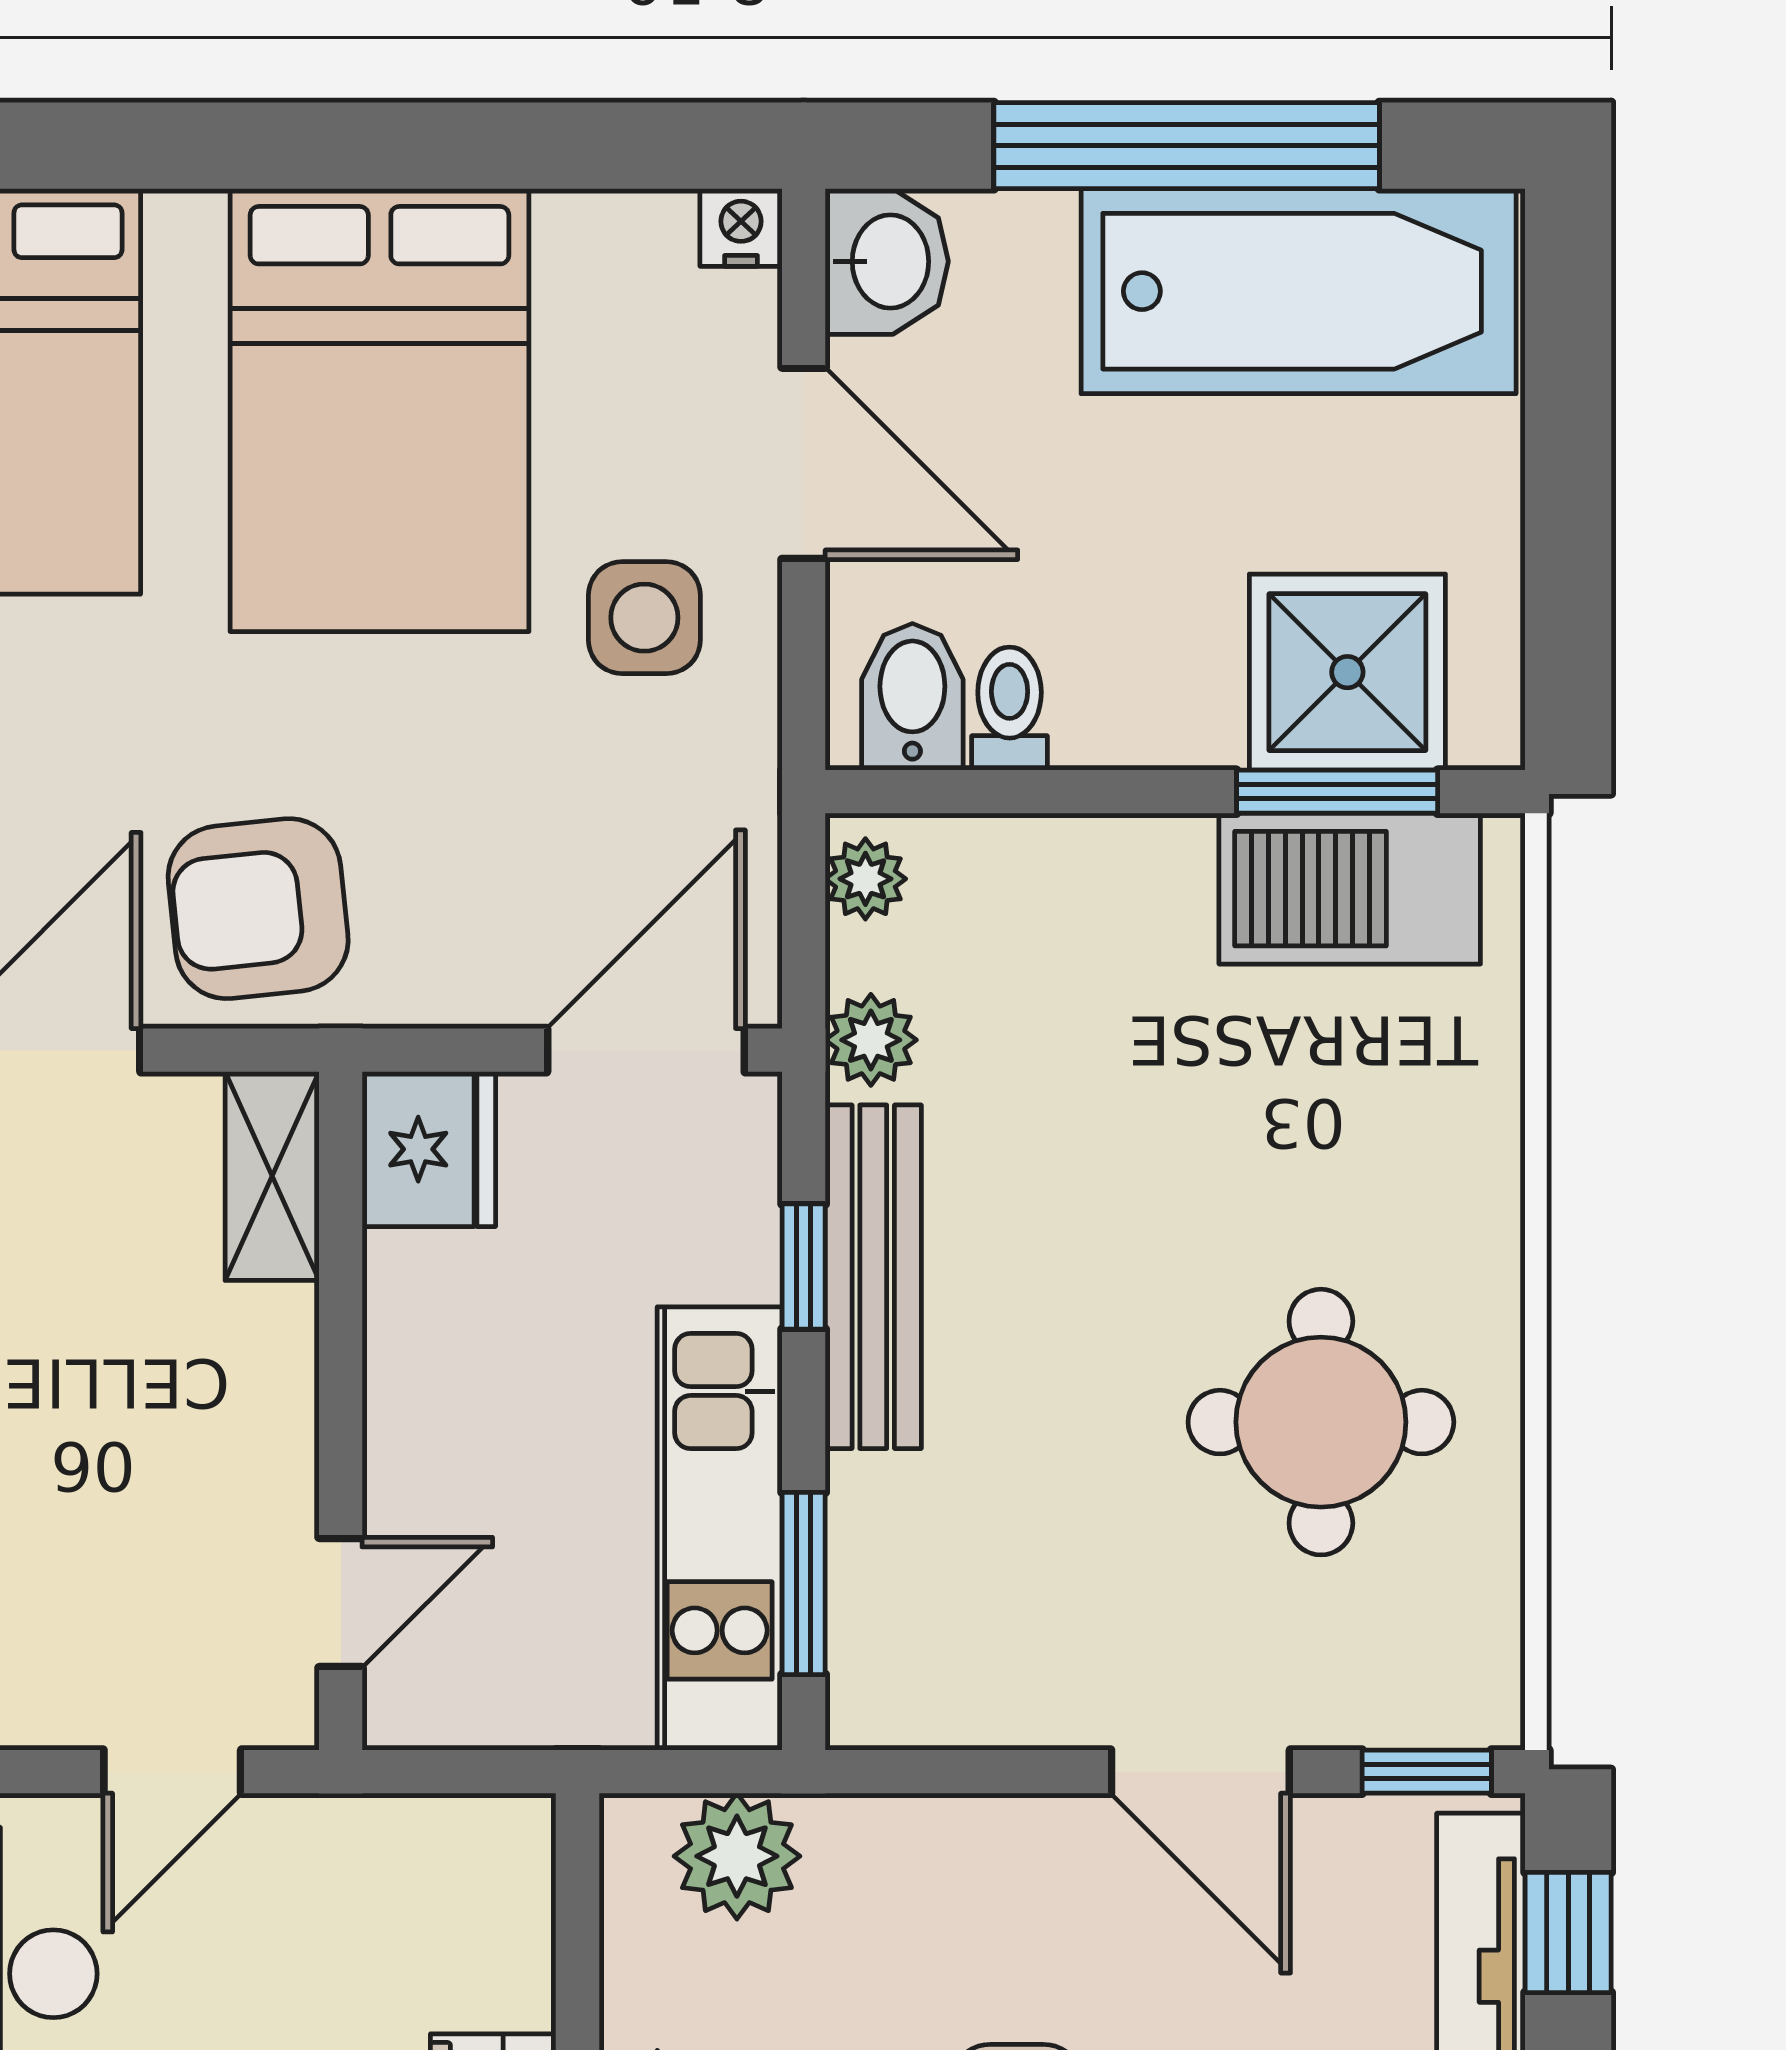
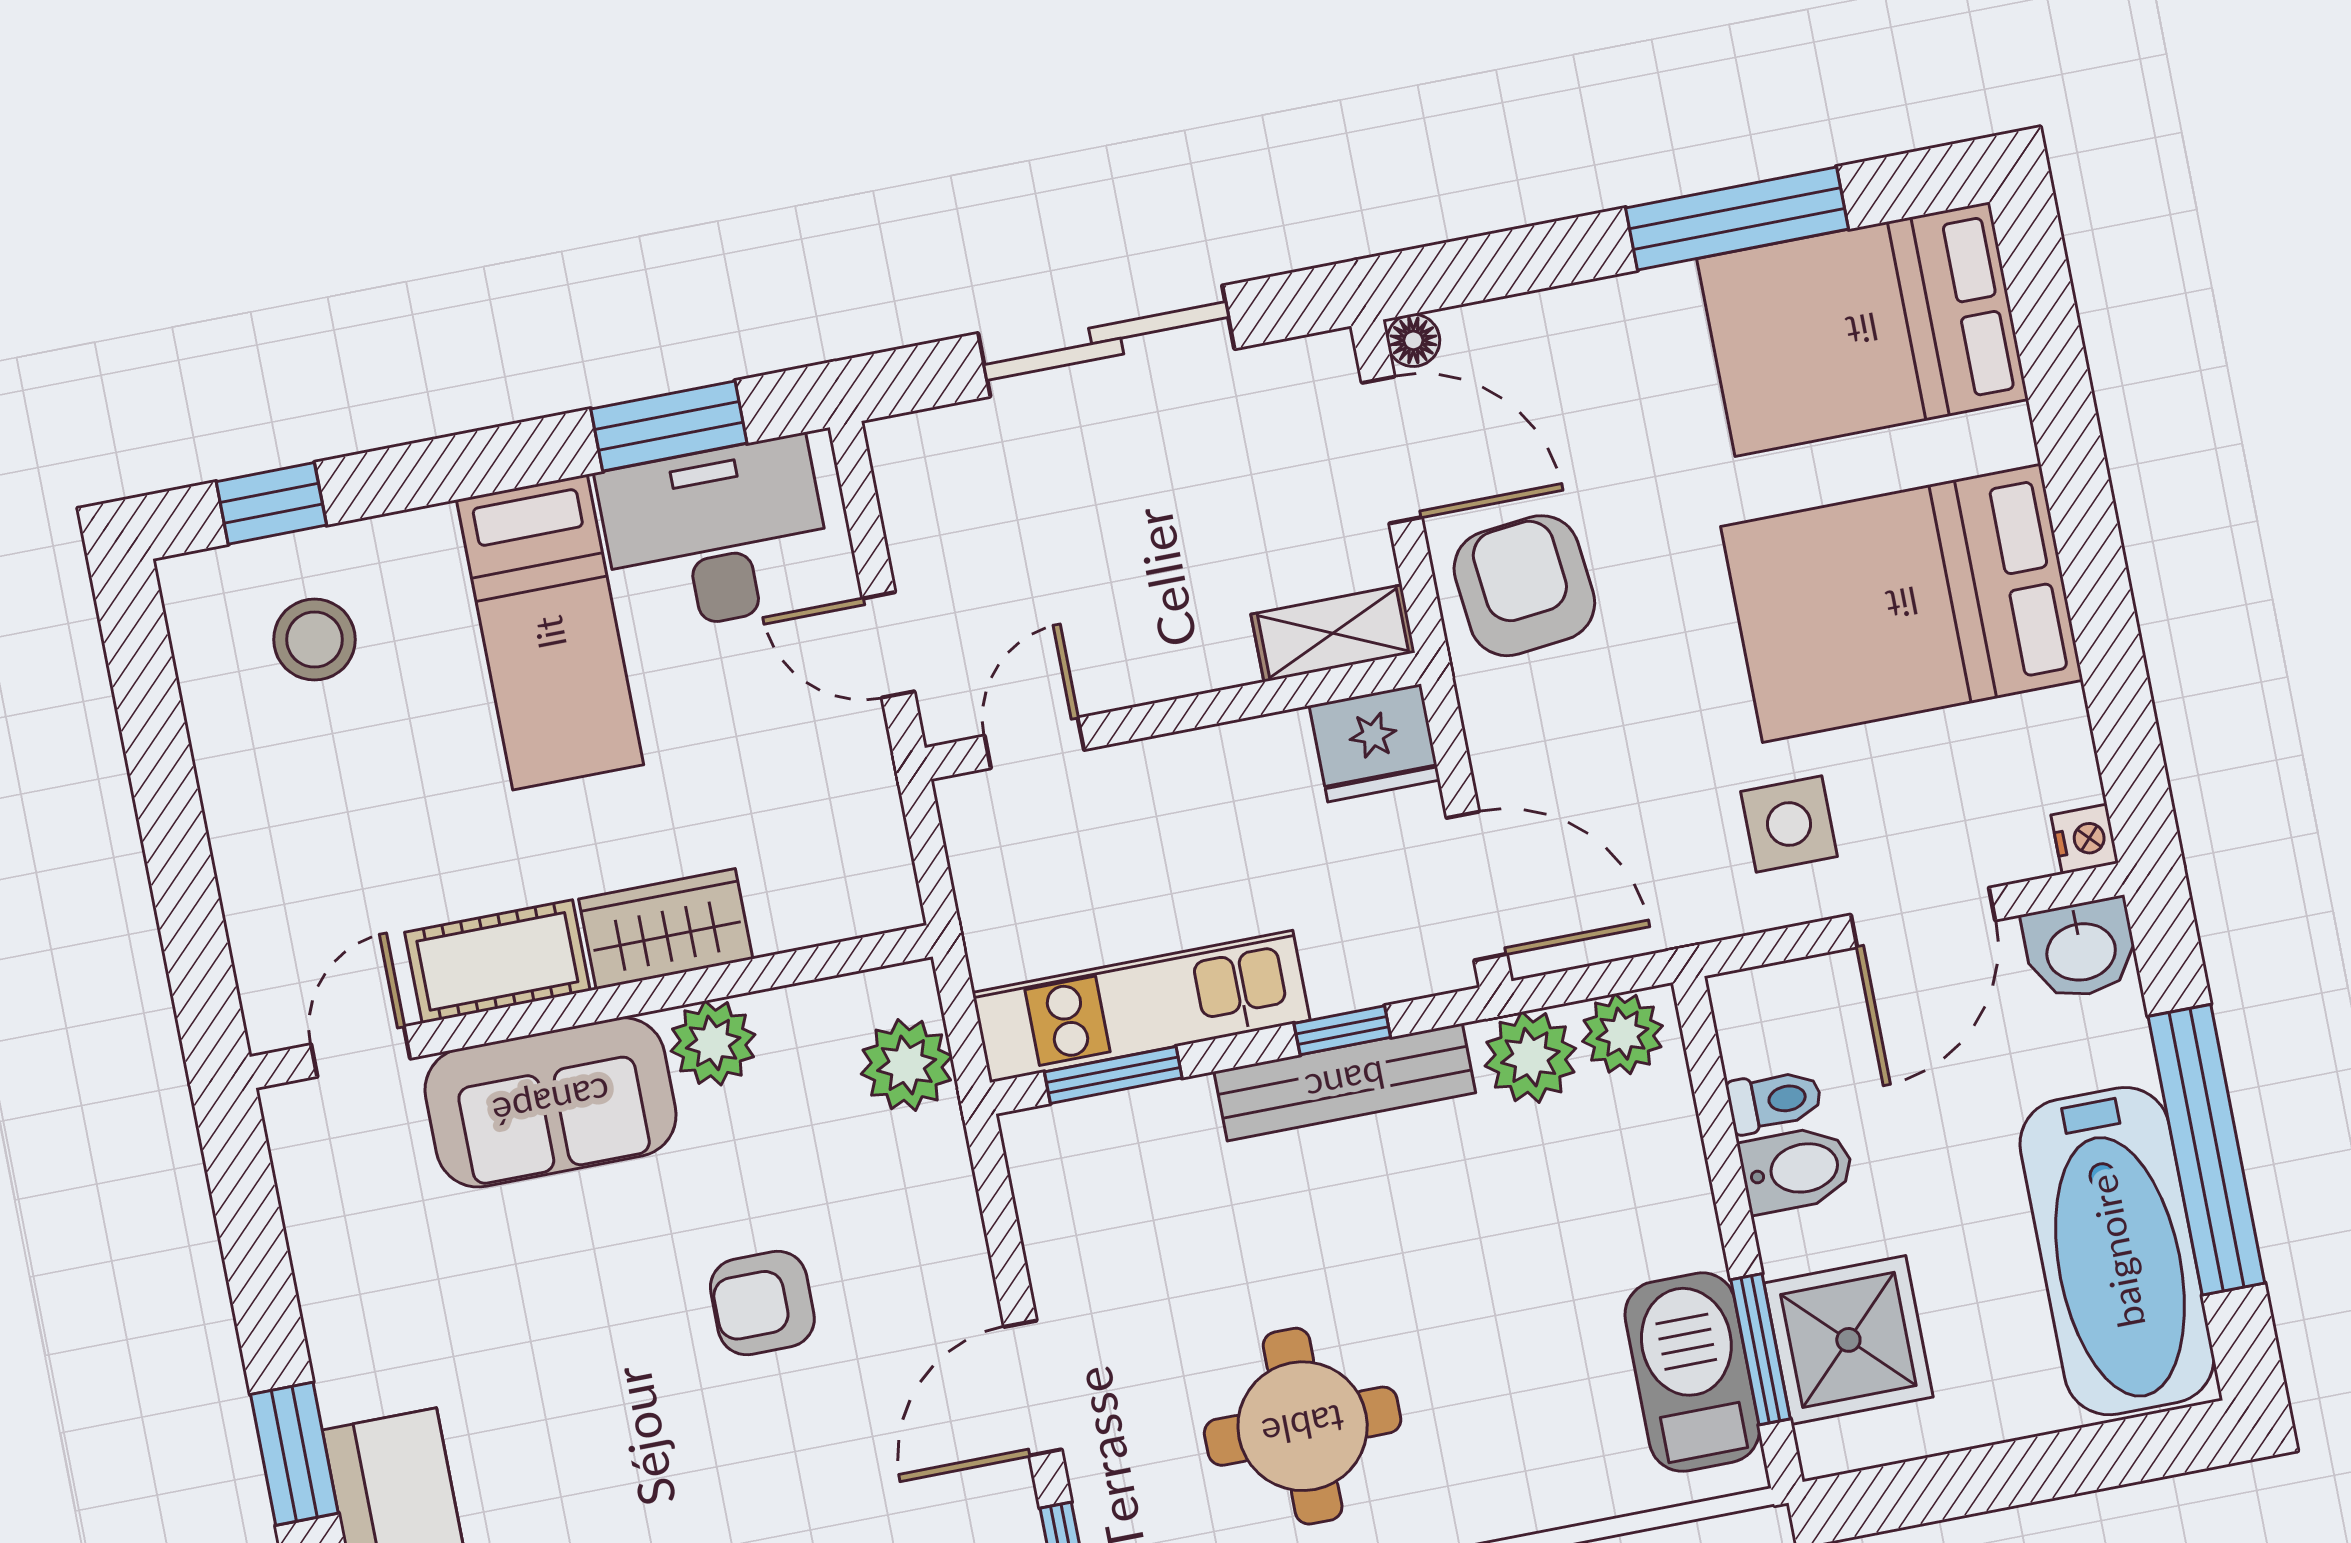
bidet: (912, 697) -> (1797, 1169), moved
plant: (865, 879) -> (1622, 1034), width x1.38, depth x1.38
plant: (871, 1040) -> (1530, 1057), width x1.38, depth x1.38
door: (341, 1602) -> (1034, 743), swing flipped

